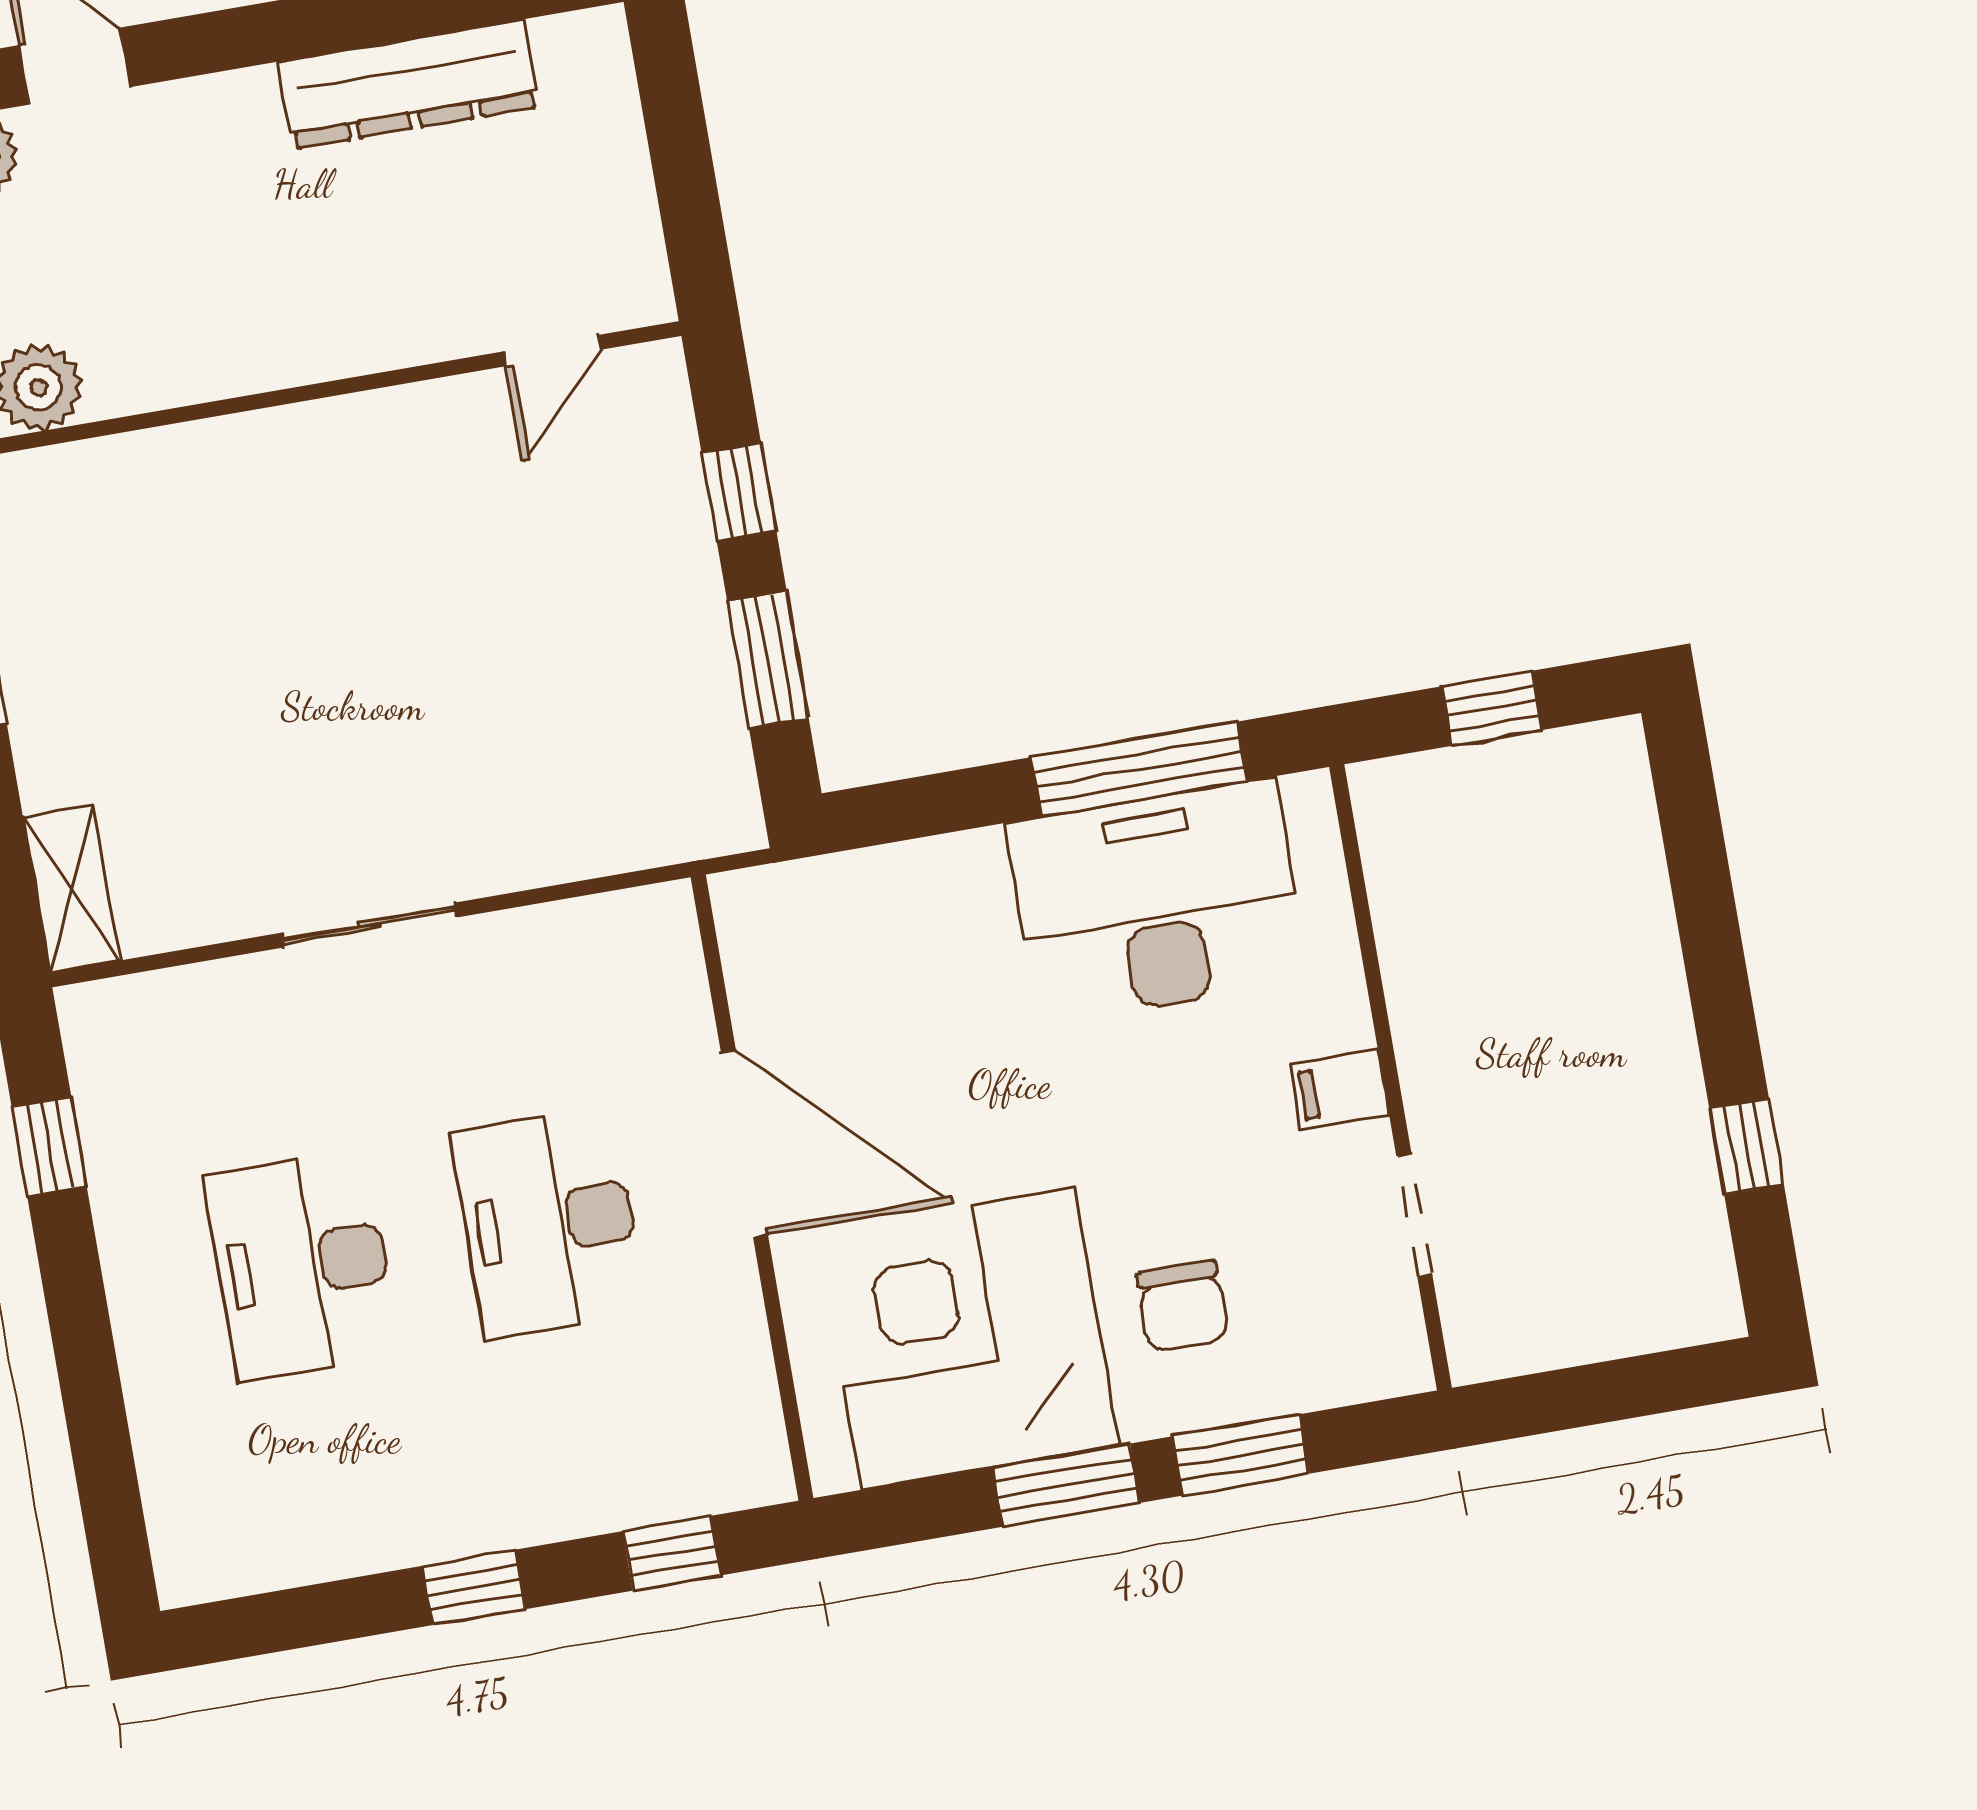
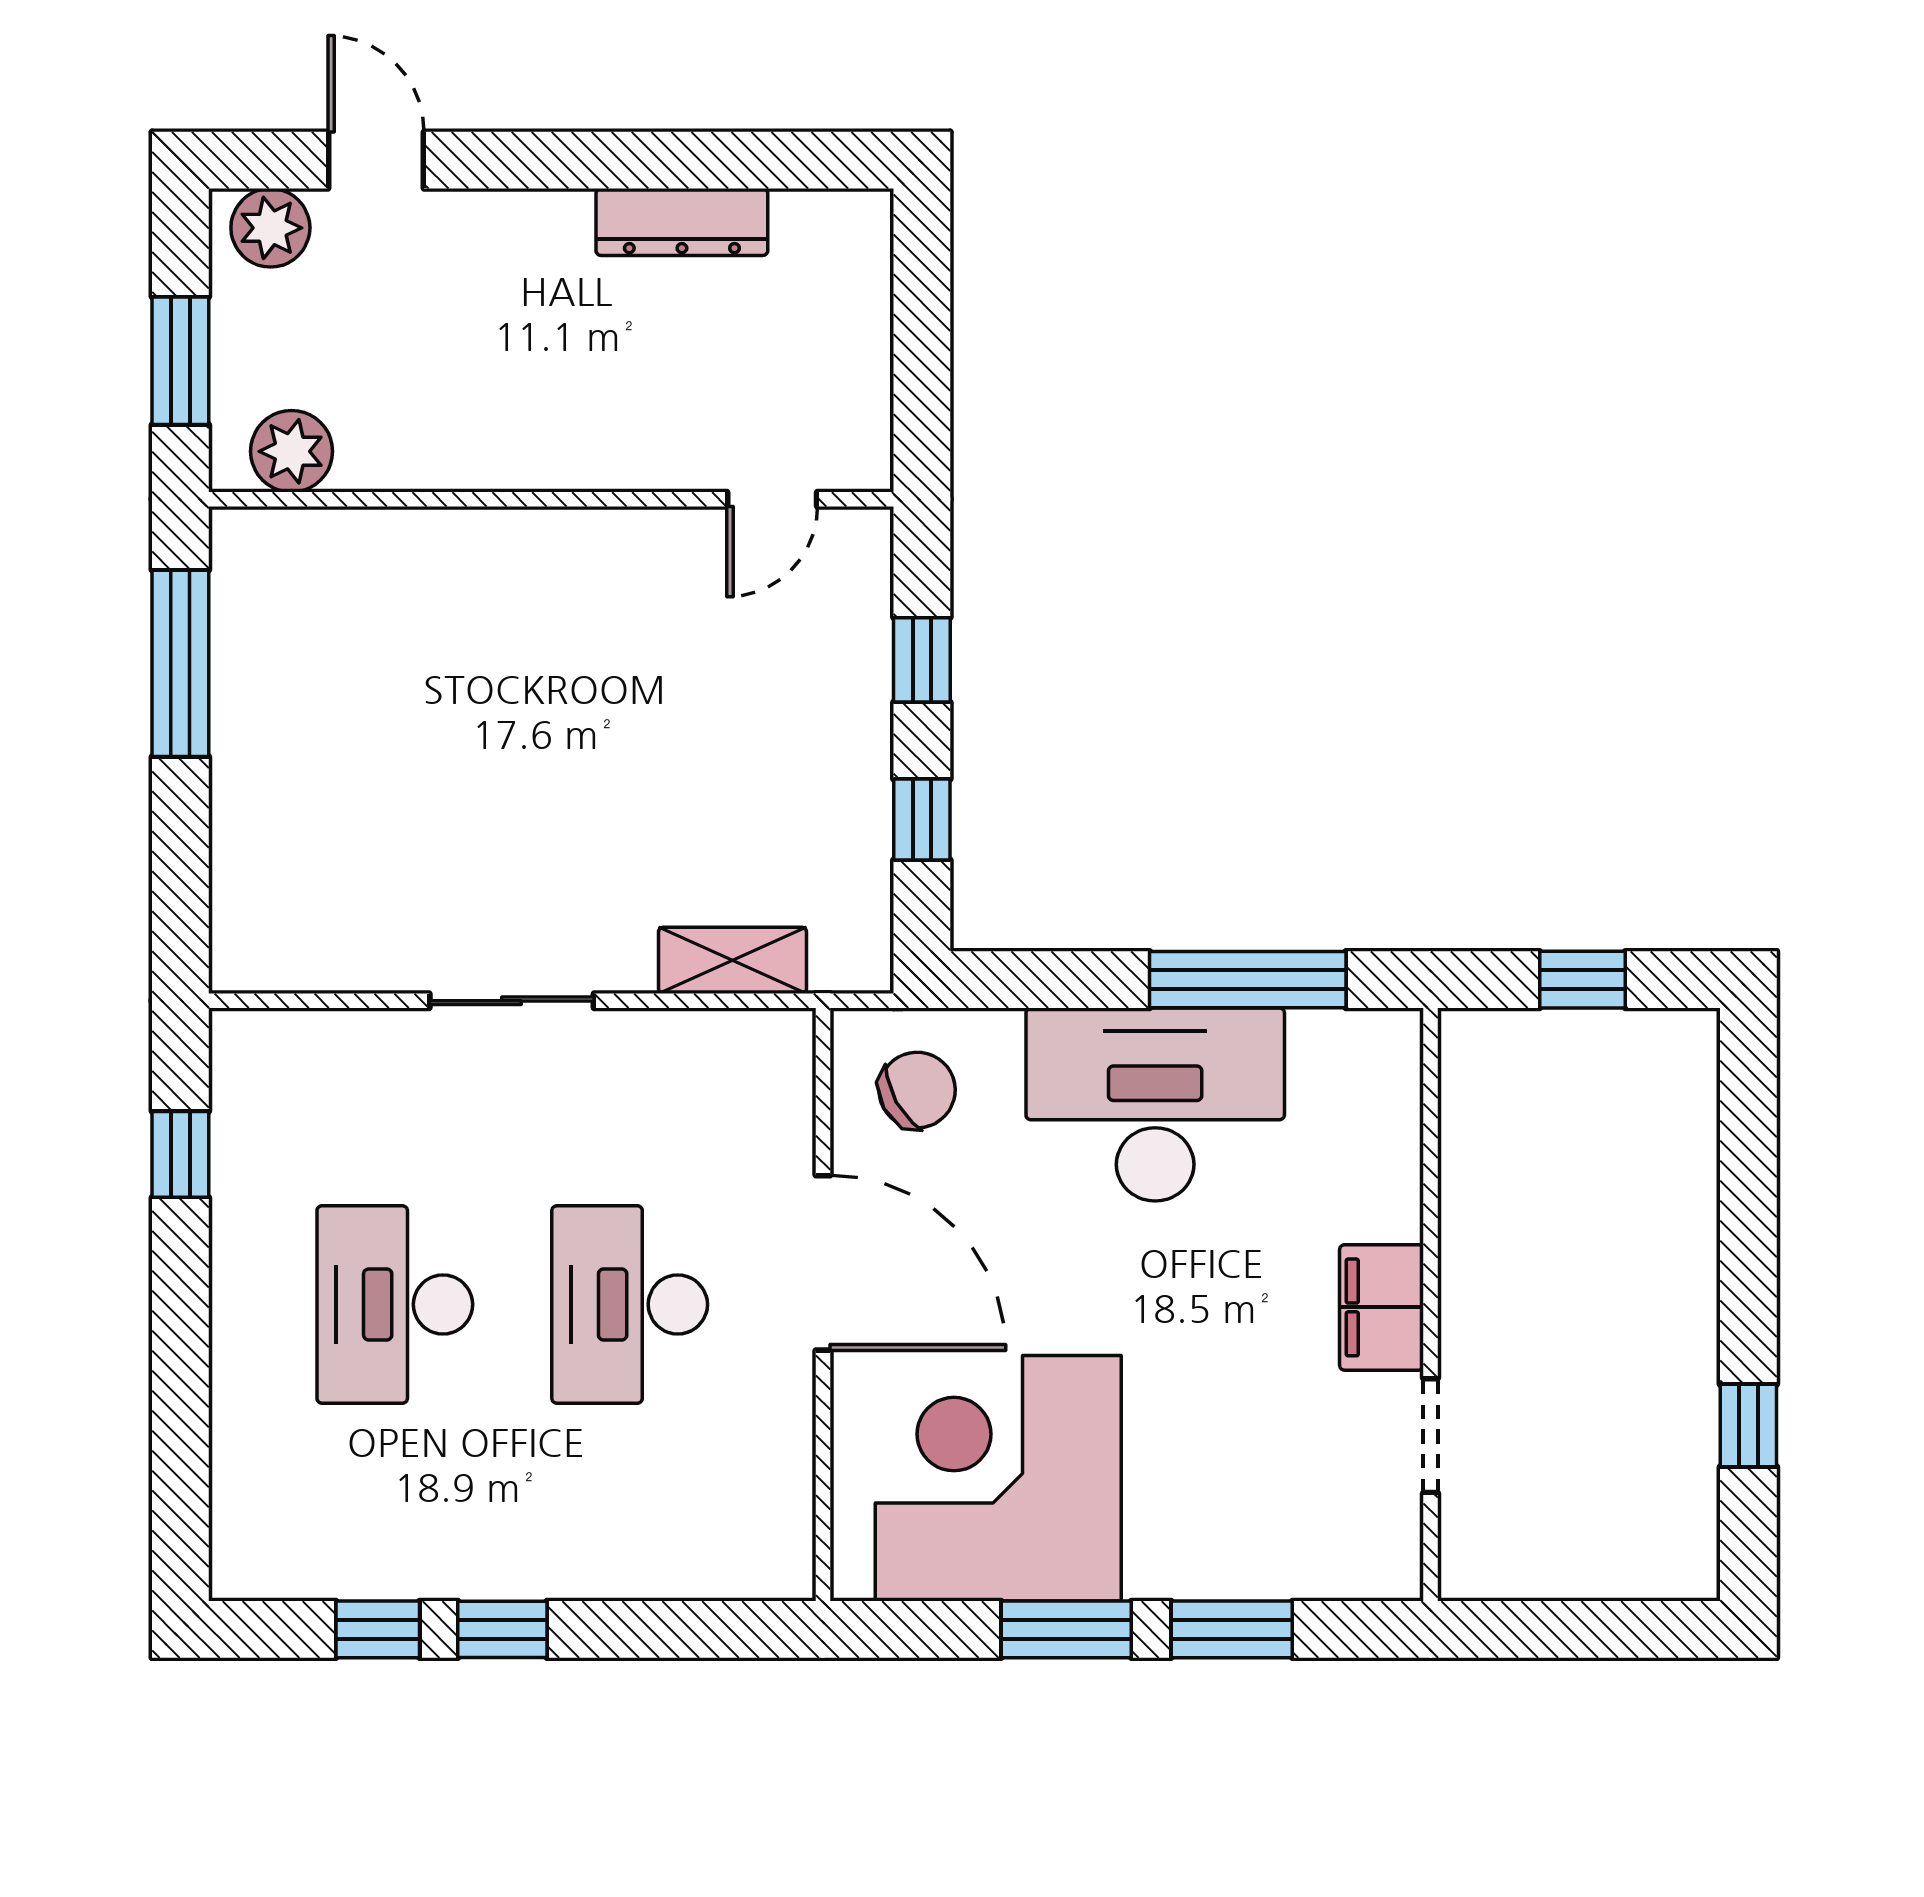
dresser: (409, 84) -> (682, 222), width x0.73, depth x0.80
window: (768, 660) -> (922, 820), width x0.67
shelving: (71, 889) -> (733, 960), moved, turned 90
desk: (1158, 901) -> (1155, 1104), moved
filing cabinet: (1340, 1089) -> (1382, 1307), width x2.00
chair: (1182, 1306) -> (917, 1090), moved, turned -119
window: (672, 1553) -> (378, 1629), moved

